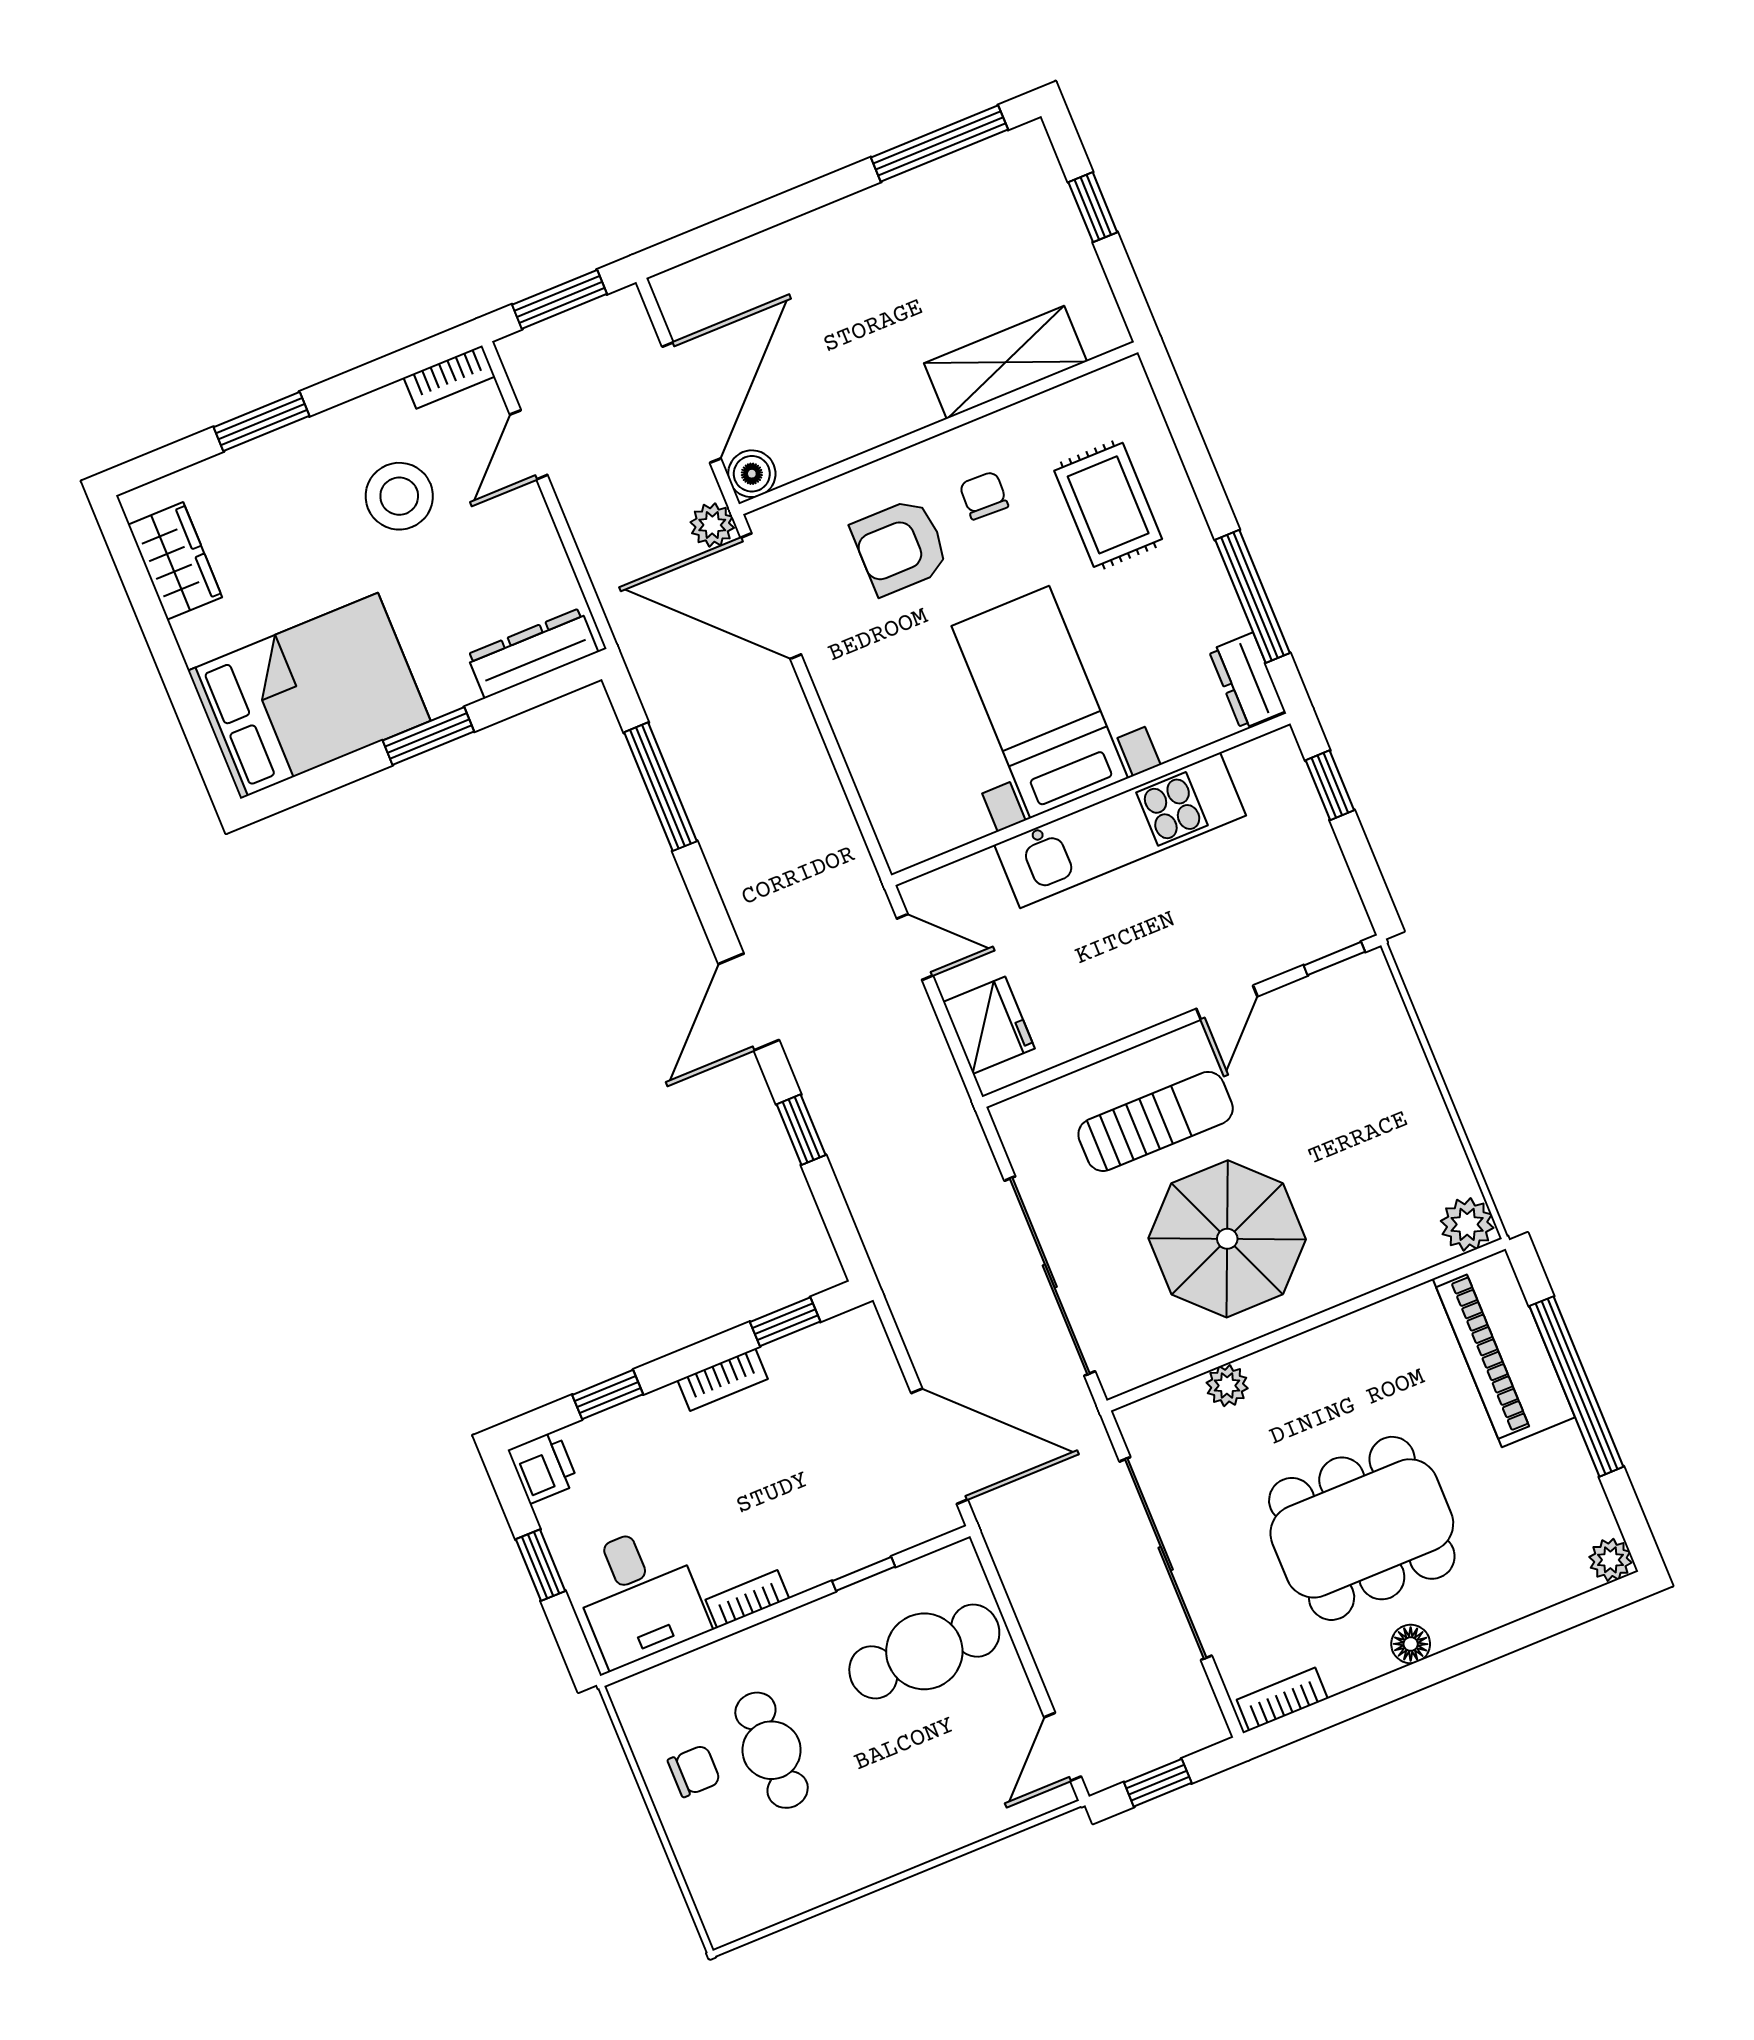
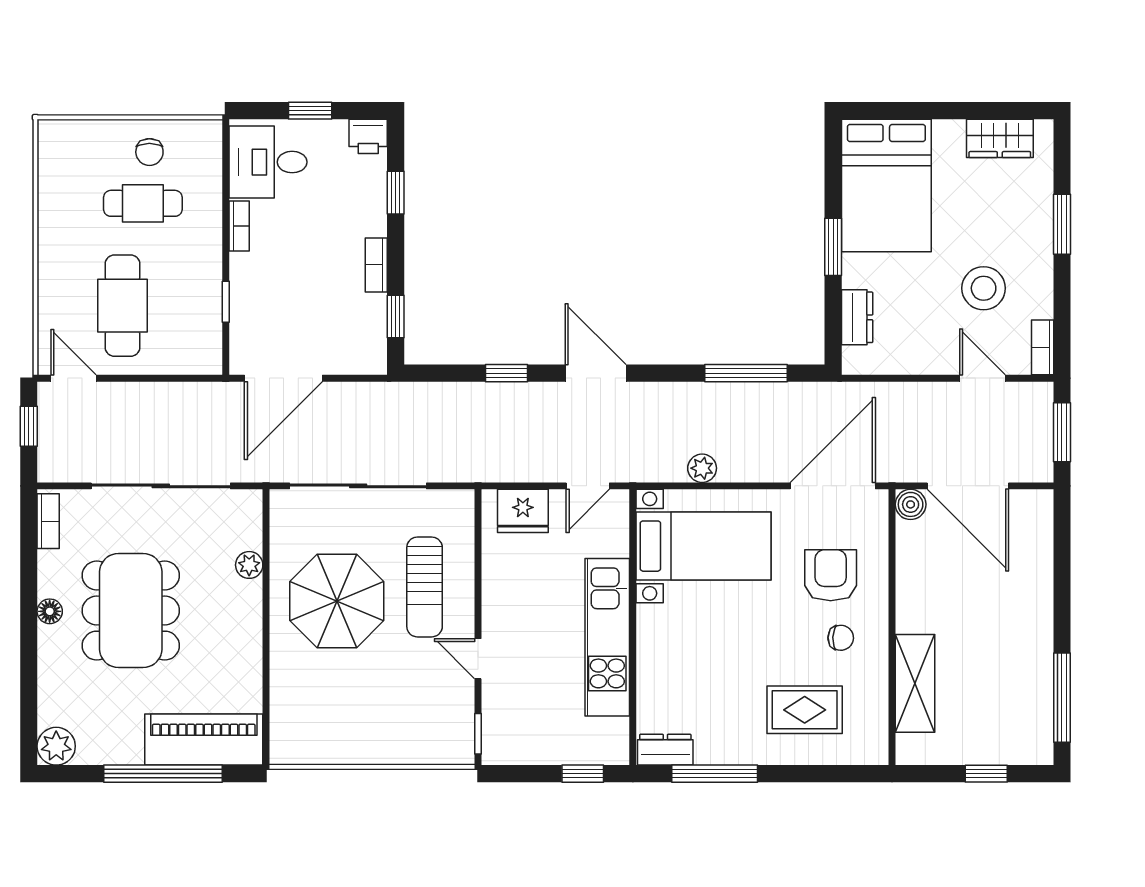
plant: (712, 525) -> (702, 468), moved
dresser: (533, 653) -> (857, 317), width x0.70
bed with nightstands: (1040, 702) -> (704, 546), moved
plant: (1467, 1224) -> (287, 748), removed
plant: (1610, 1560) -> (56, 746), width x1.38, depth x1.38
cafe table: (924, 1651) -> (122, 306), moved

